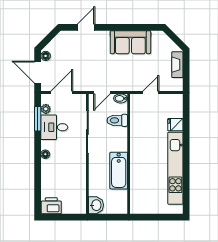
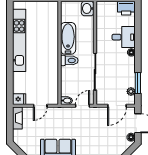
fireplace: (177, 65) -> (17, 118), moved
toilet: (117, 120) -> (69, 60), moved
fridge: (175, 125) -> (19, 99), moved
desk: (54, 127) -> (124, 37), moved

